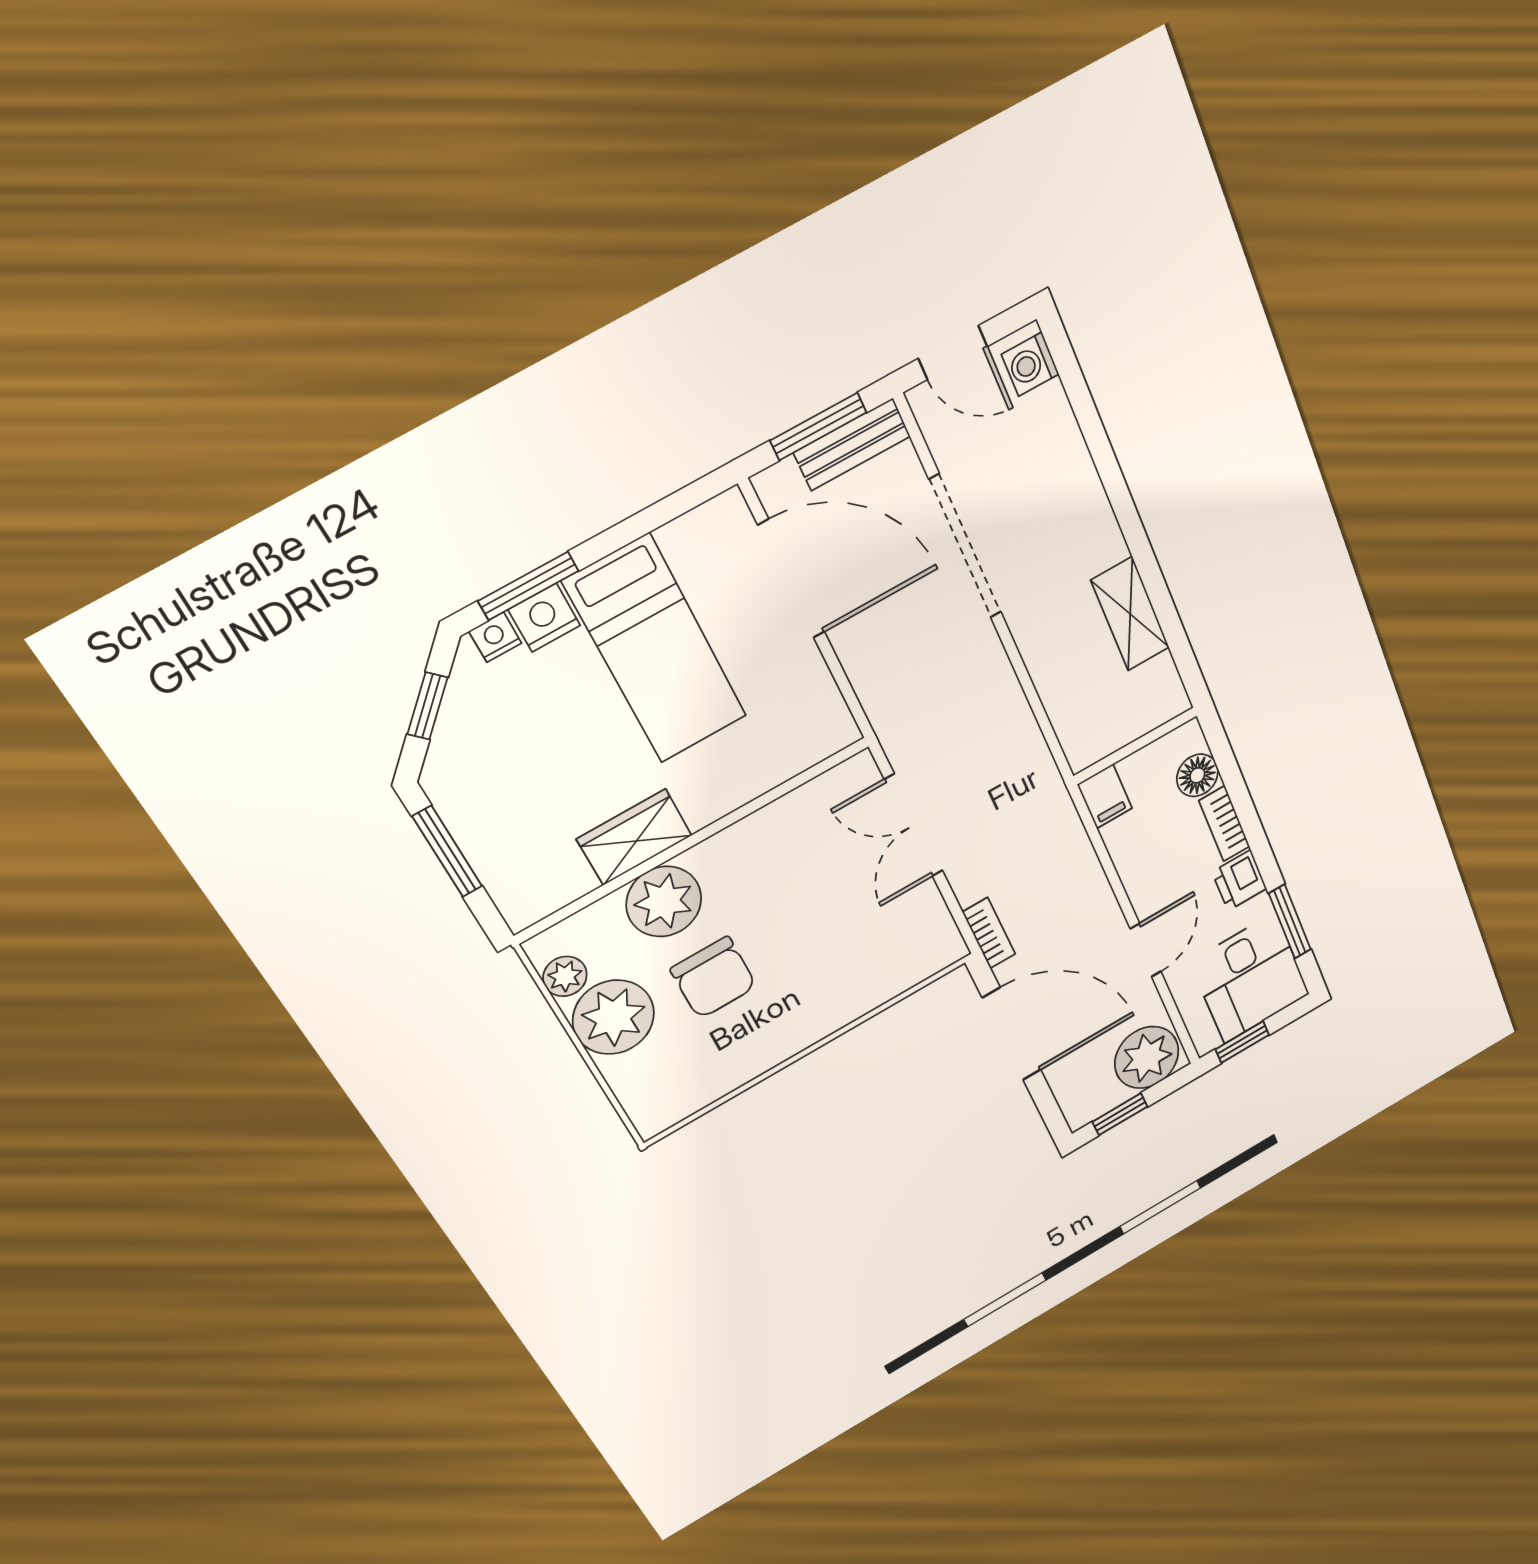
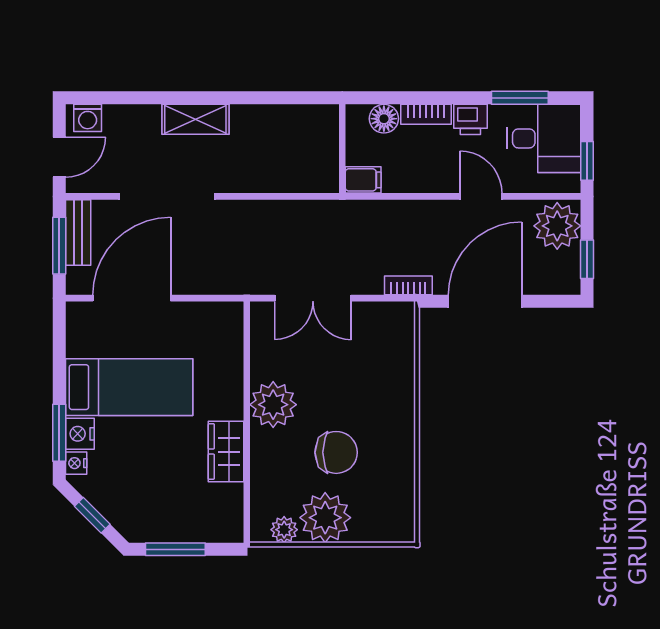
shelving: (1130, 614) -> (195, 119), moved
plant: (664, 902) -> (273, 405), moved

